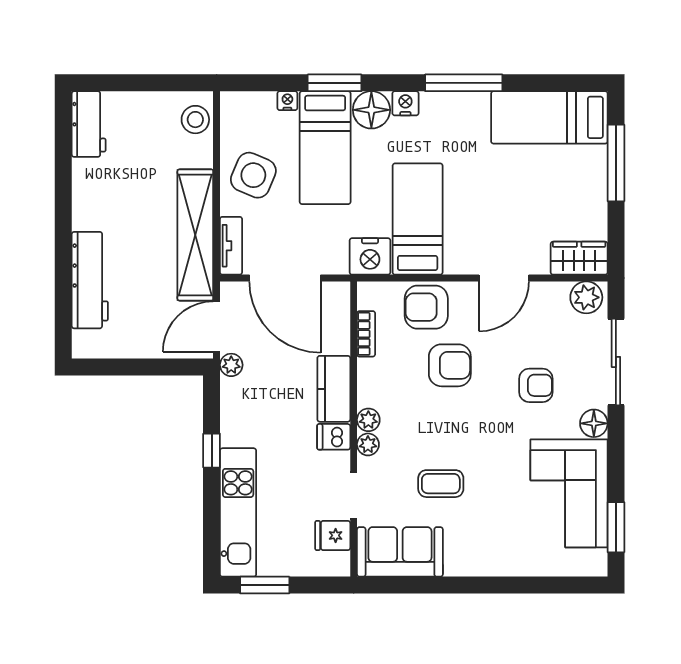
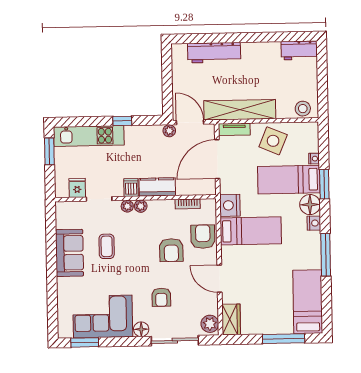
sofa: (400, 552) -> (69, 253), moved

